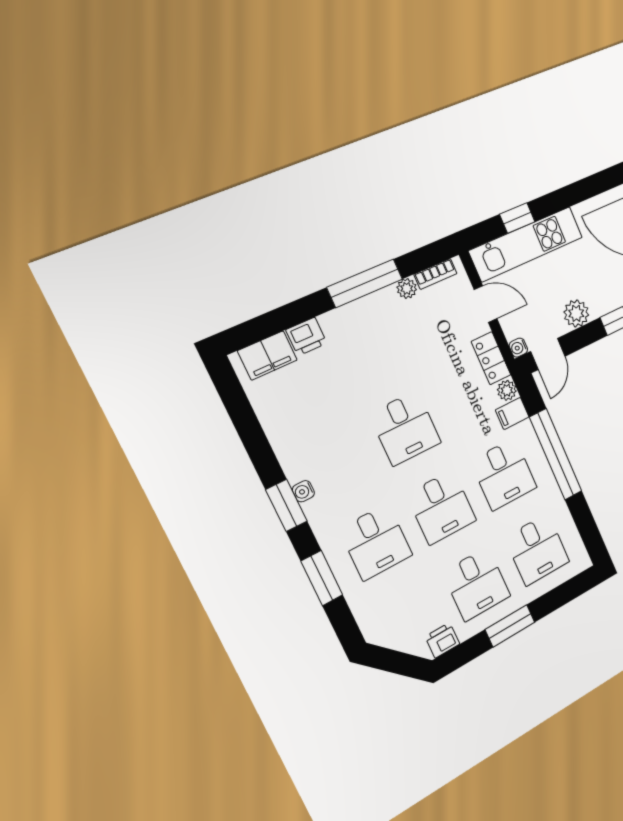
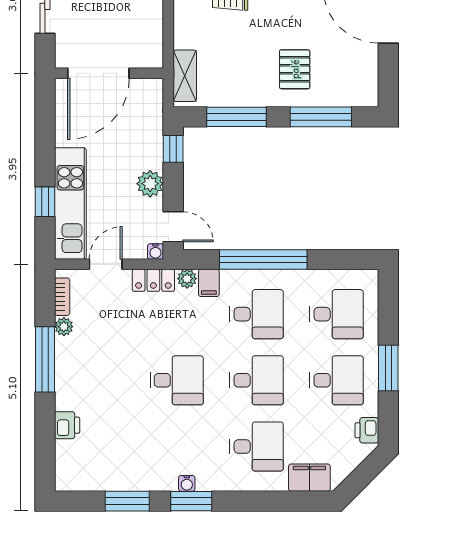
filing cabinet: (267, 355) -> (309, 478), moved, turned -90
window: (322, 578) -> (127, 501), moved

